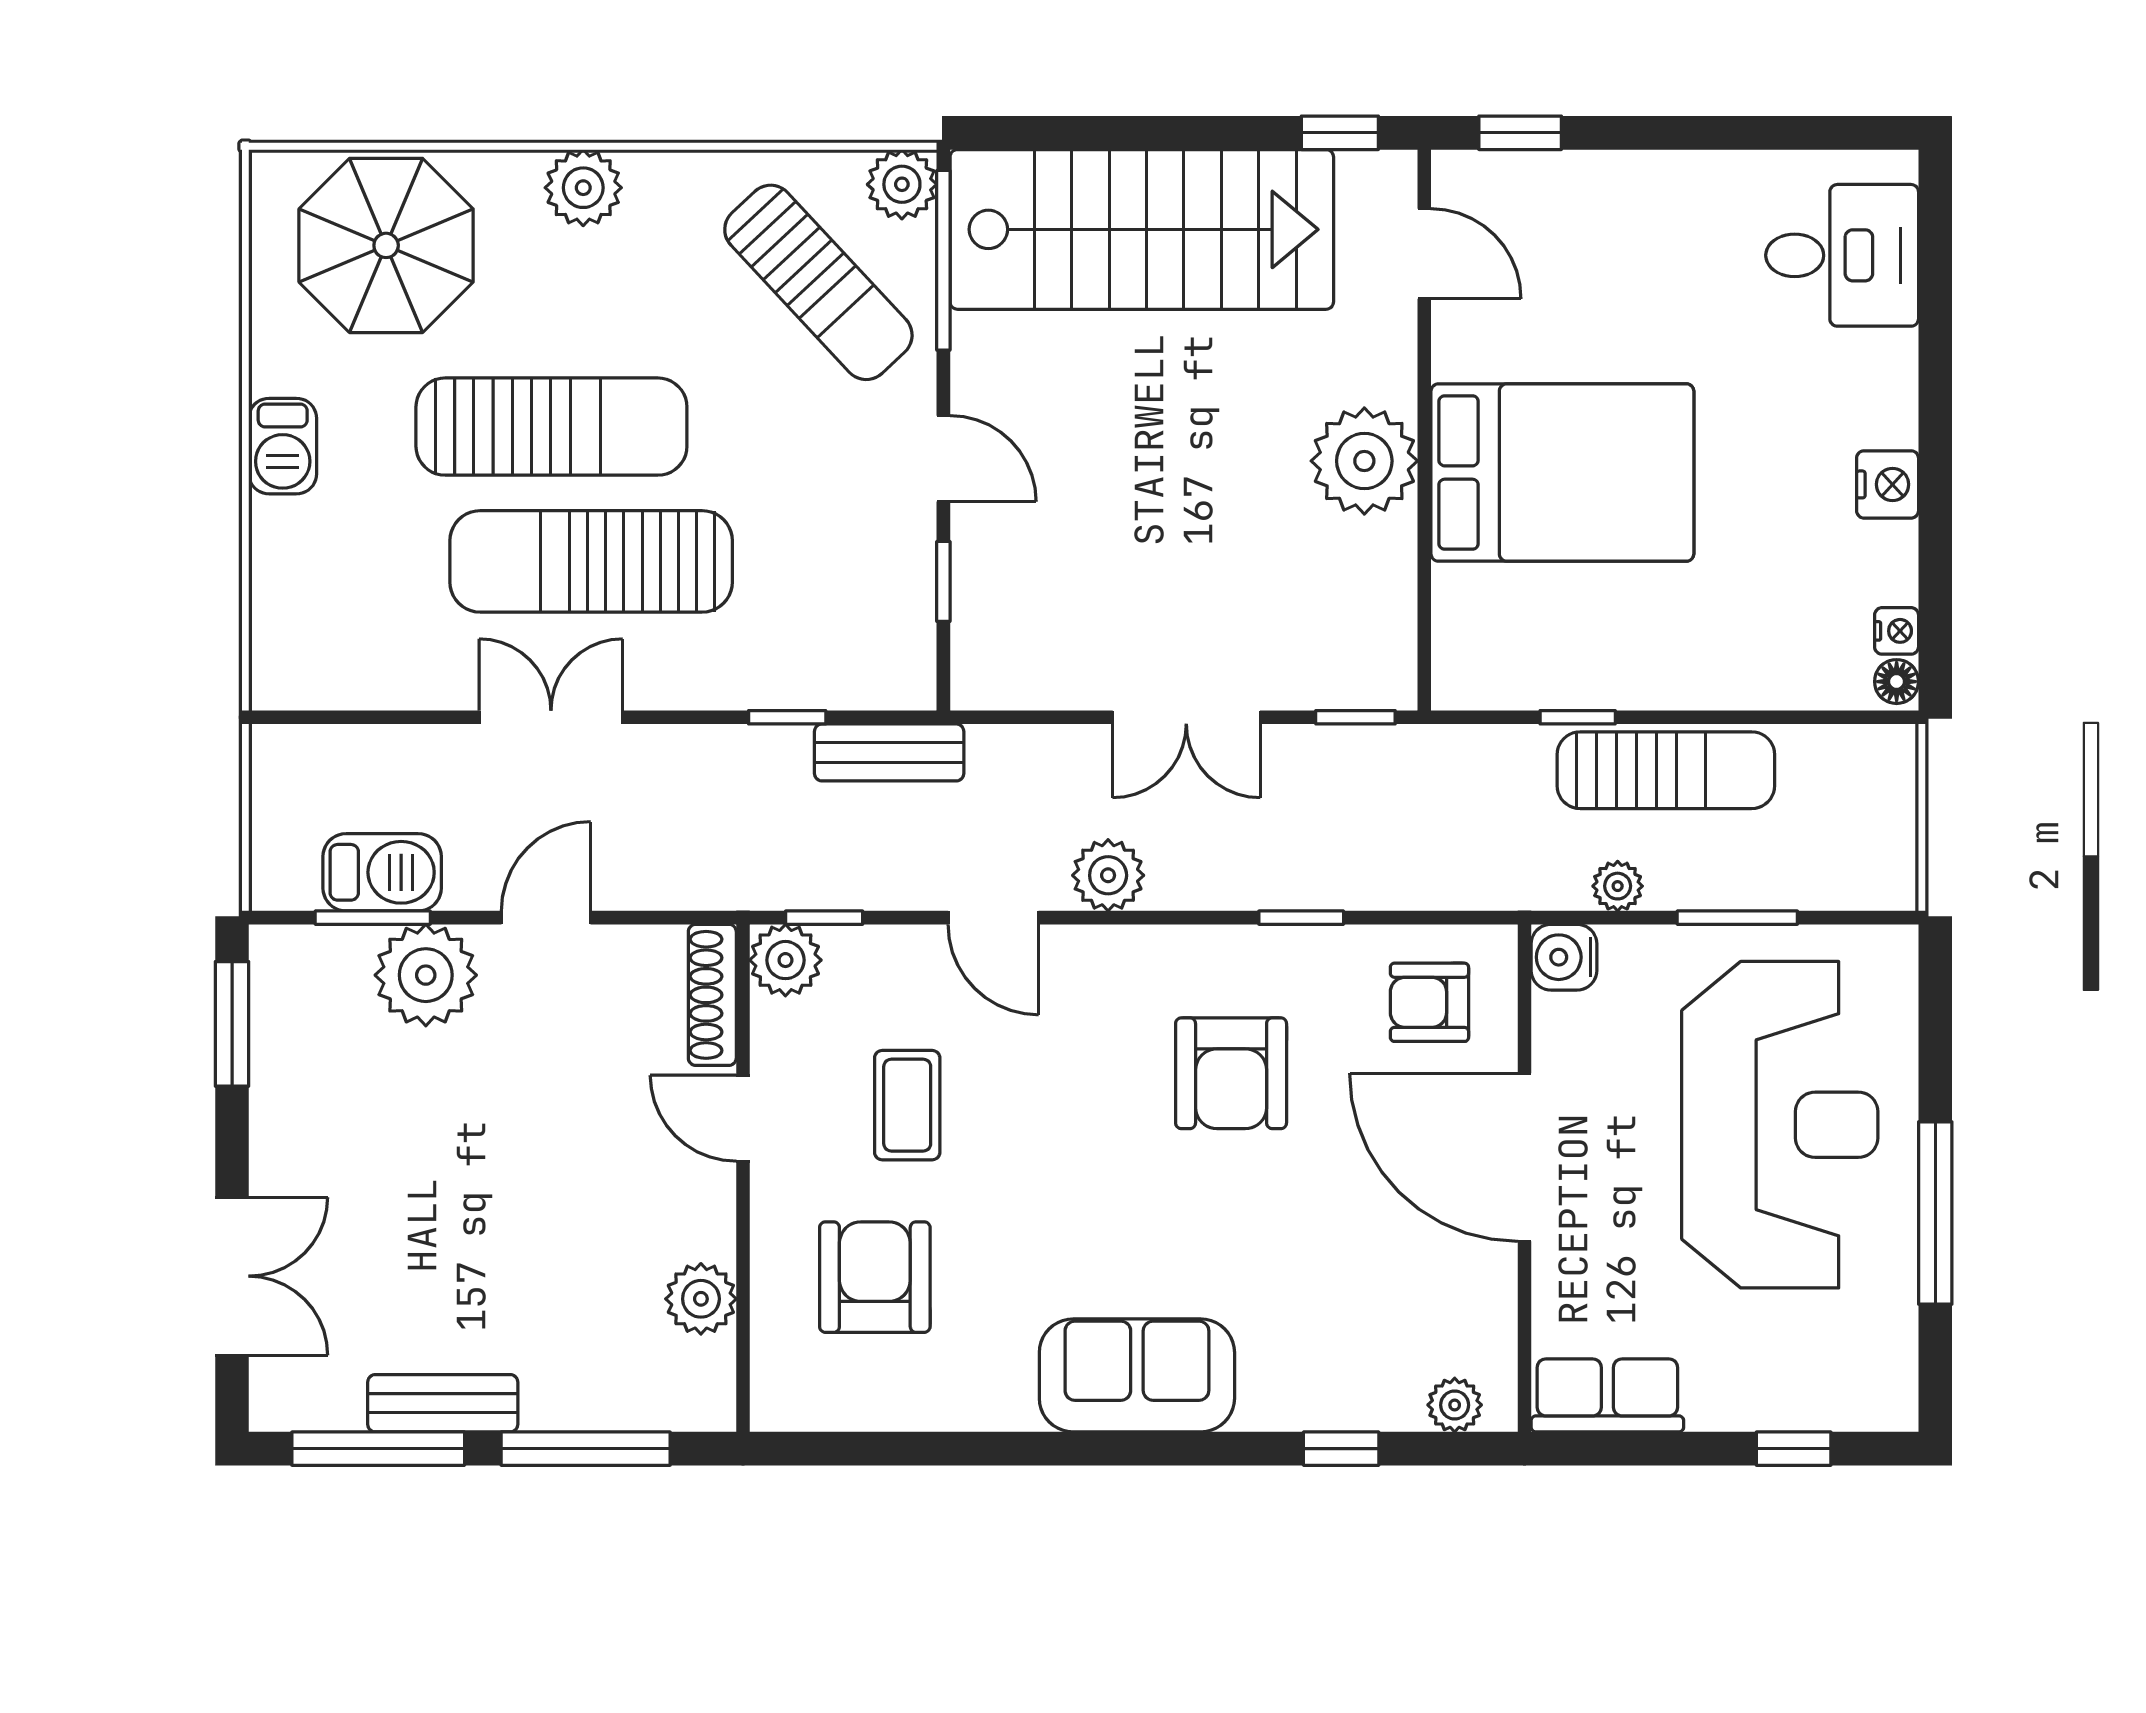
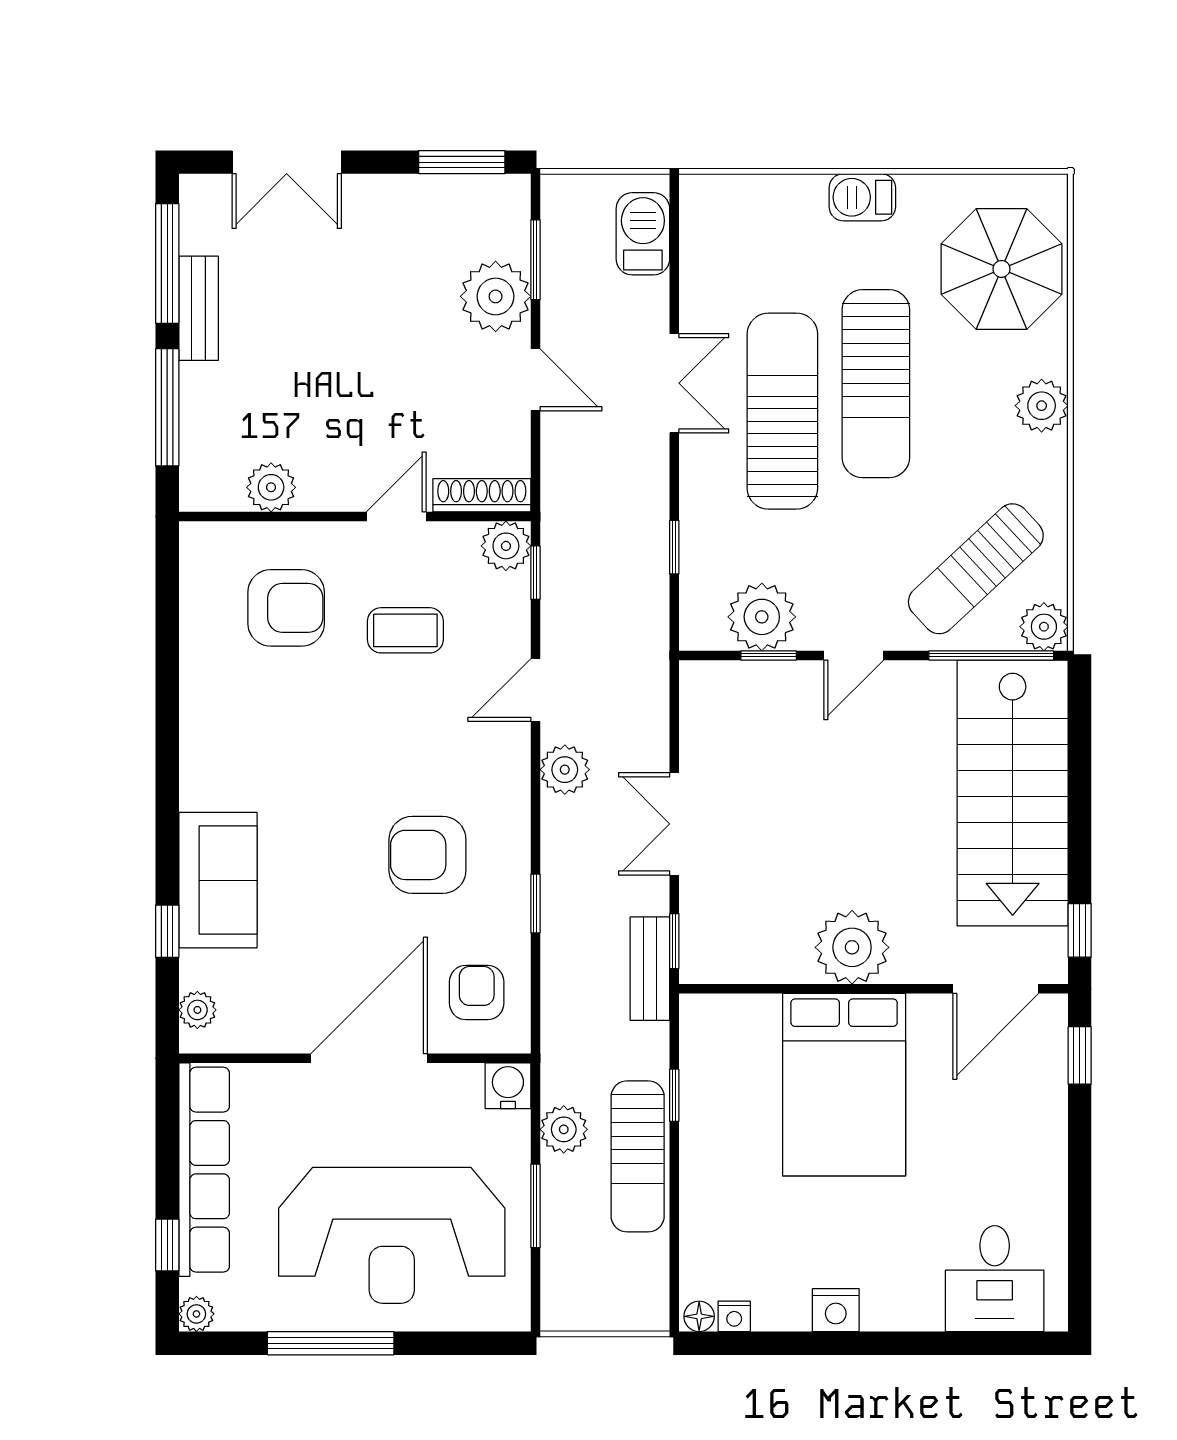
door: (1424, 254) -> (996, 989), width x1.38
plant: (888, 591) -> (762, 617), added
bench: (889, 752) -> (650, 969), moved
barbecue: (382, 872) -> (643, 234), moved, turned 180
plant: (1618, 886) -> (564, 1129), width x1.38, depth x1.38
sofa: (1137, 1375) -> (218, 880), moved
row of seats: (1607, 1395) -> (204, 1170), width x2.02
plant: (1893, 1406) -> (196, 1314), added

